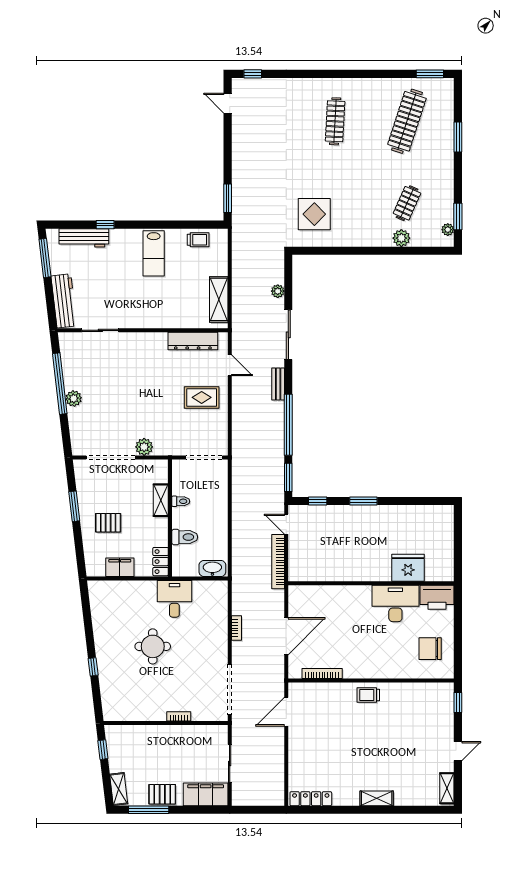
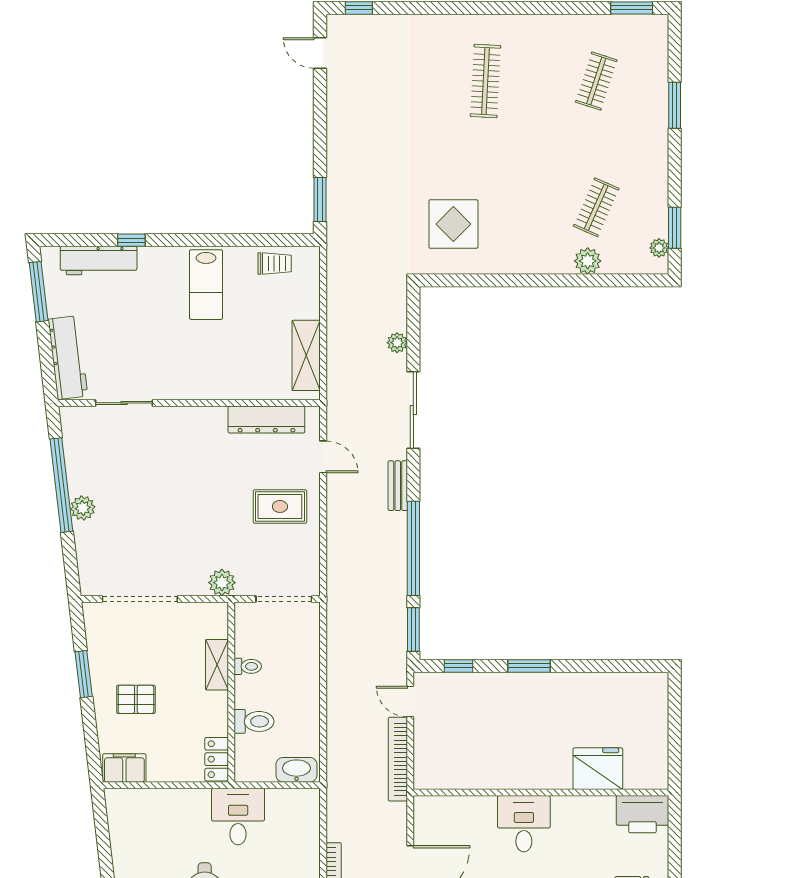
clothes rail: (407, 121) -> (596, 81), width x0.54, depth x0.76
plant: (144, 447) -> (222, 583), moved
filing cabinet: (120, 567) -> (124, 768), moved
desk: (395, 603) -> (524, 824), moved, width x0.73

